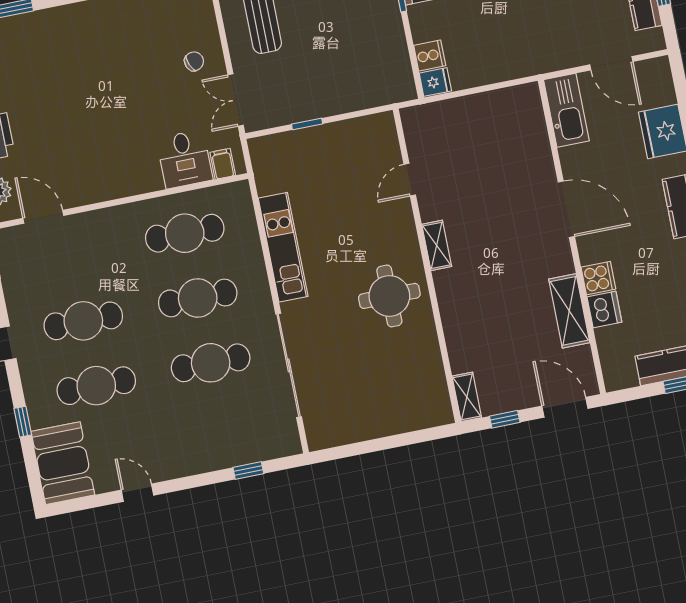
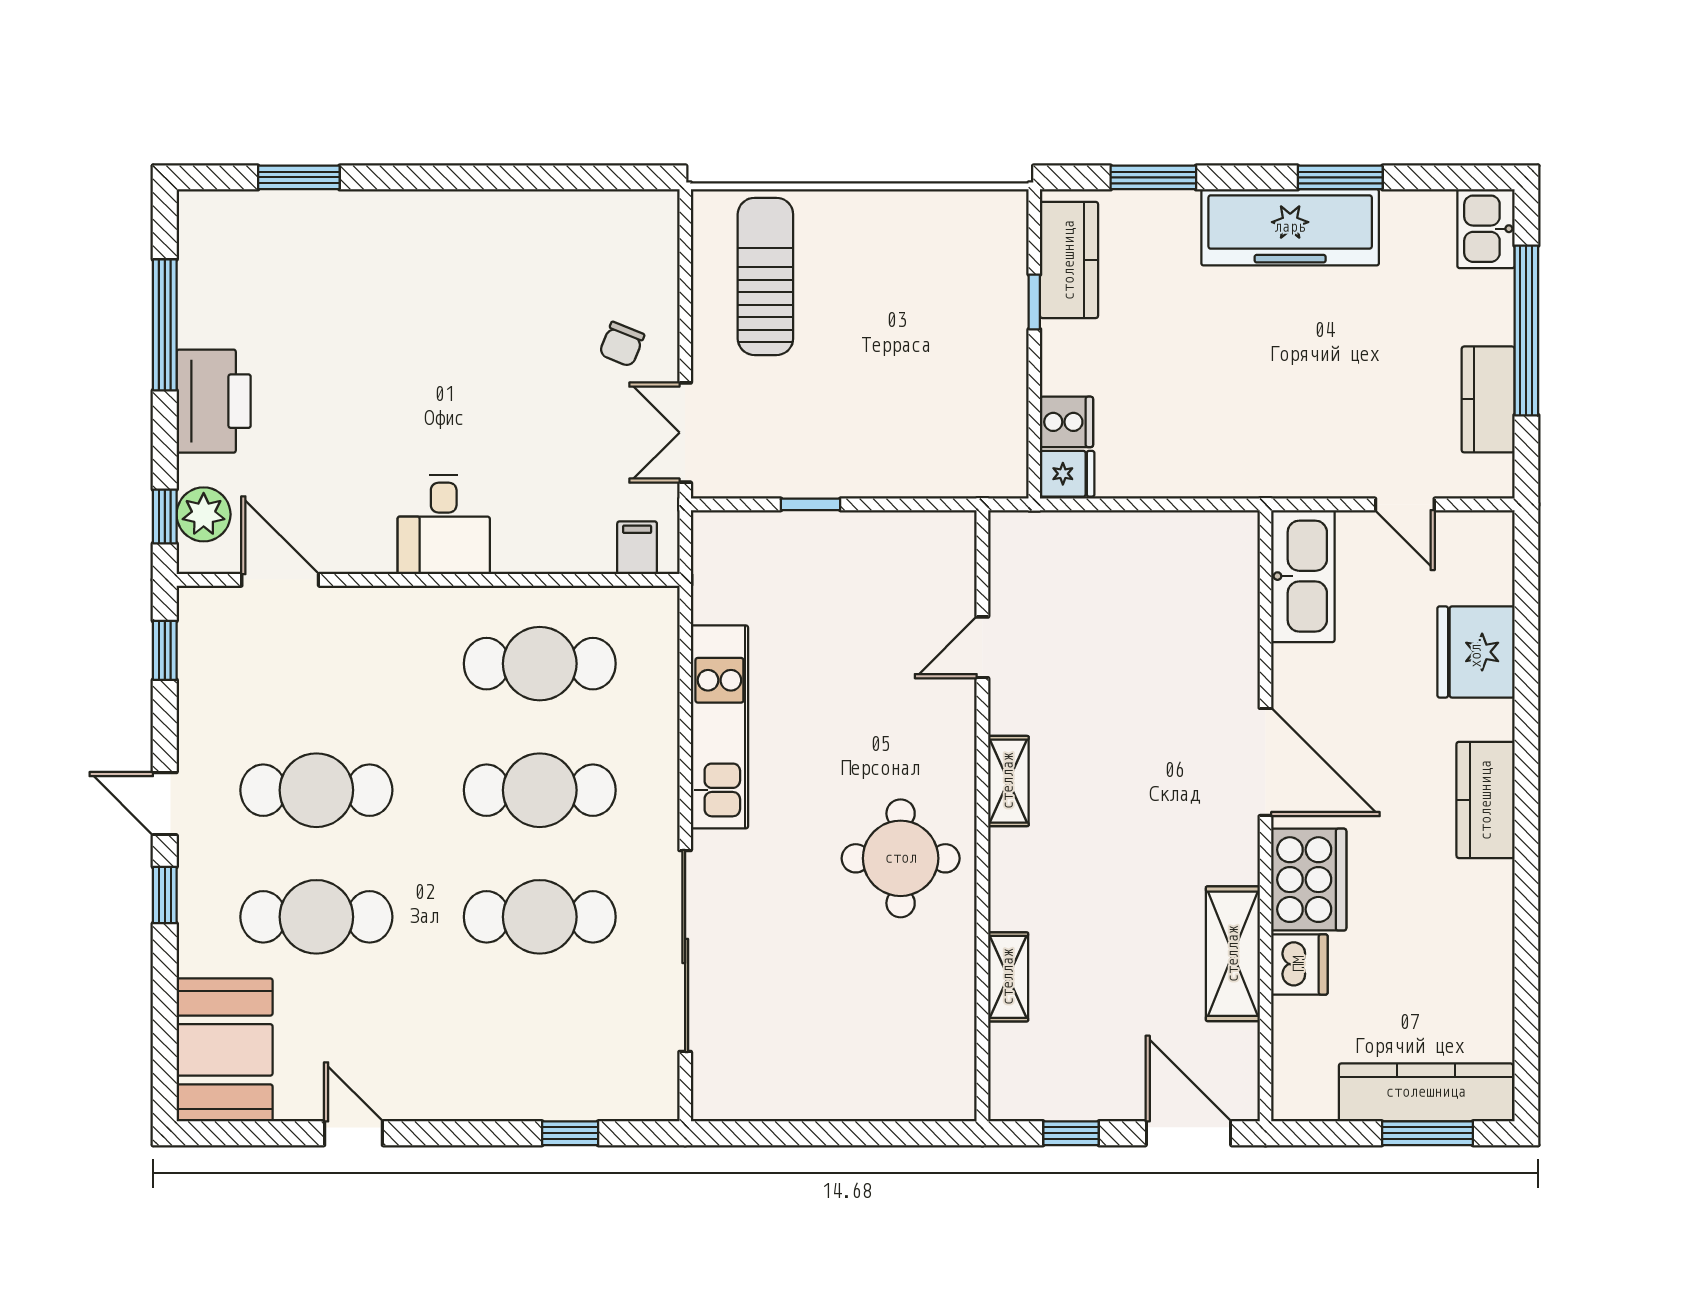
chair: (194, 61) -> (622, 344), turned 134
door: (611, 63) -> (1405, 504), width x0.73
desk: (185, 159) -> (444, 524), moved
cooker: (598, 278) -> (1309, 880), width x1.87, depth x1.31
shelving: (467, 397) -> (1008, 977), moved
window: (23, 422) -> (165, 895), moved

